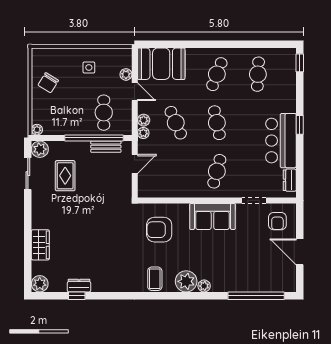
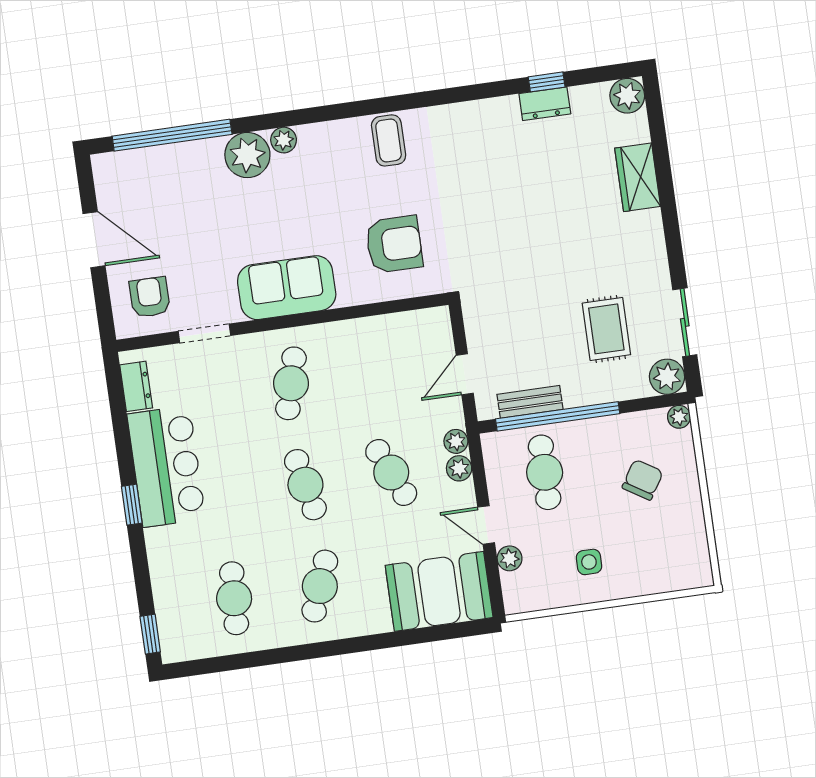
chair: (48, 83) -> (643, 480), moved
plant: (186, 281) -> (247, 155), moved

